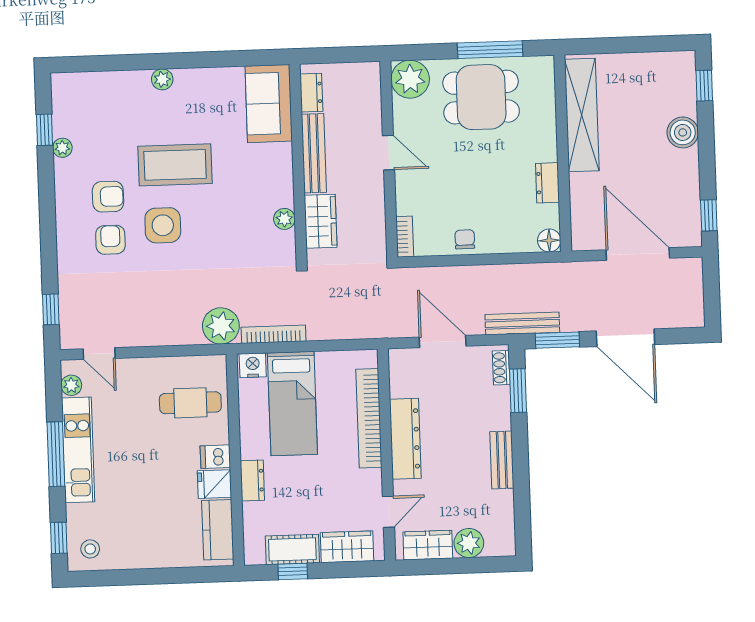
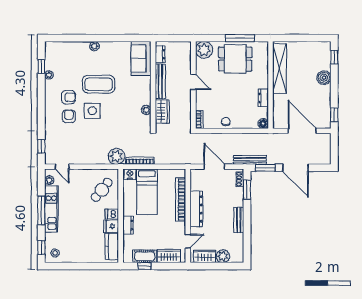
cafe table: (190, 403) -> (102, 190), turned -51

